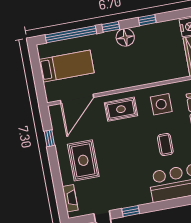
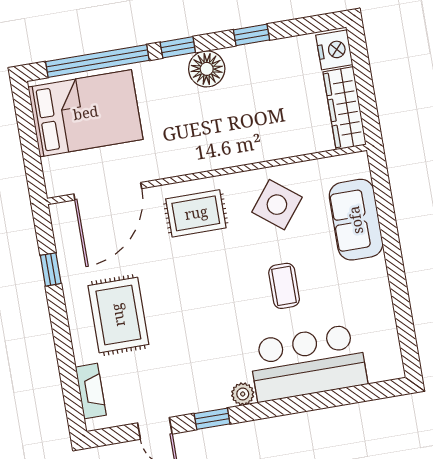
bed: (66, 66) -> (86, 113), width x1.50
side table: (161, 104) -> (277, 205), turned 38
plant: (146, 199) -> (243, 394), added

